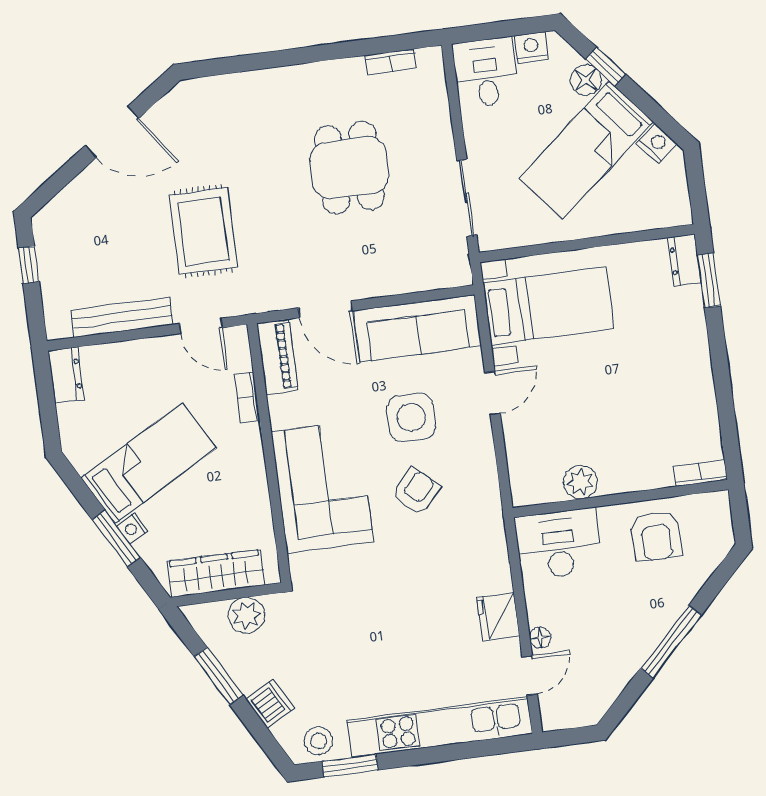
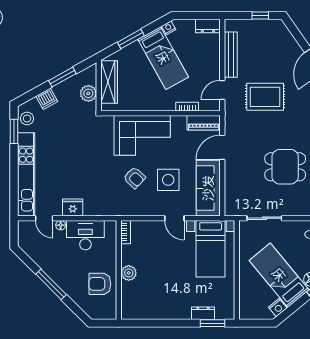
dresser: (684, 260) -> (203, 313), moved
bookcase: (700, 473) -> (126, 232), moved
plant: (580, 482) -> (129, 273), moved
nightstand: (132, 528) -> (169, 28), moved
desk: (559, 544) -> (85, 235), moved, turned -90

